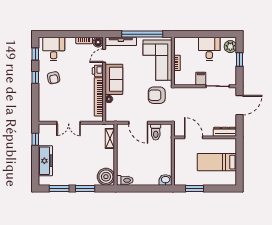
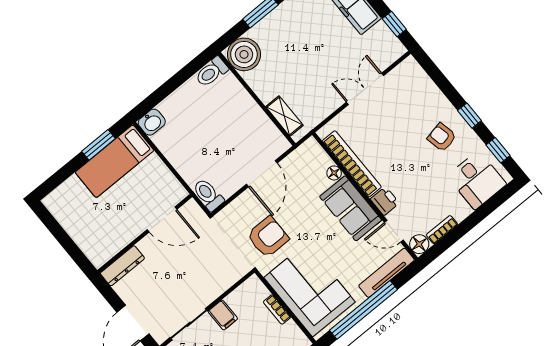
door: (104, 56) -> (394, 231), swing flipped
door: (138, 123) -> (262, 174), swing flipped
toilet: (156, 132) -> (208, 195), moved
bed: (217, 162) -> (115, 161), moved, turned 180

